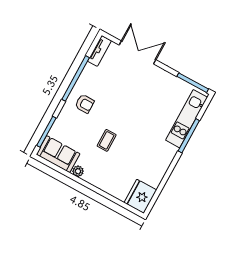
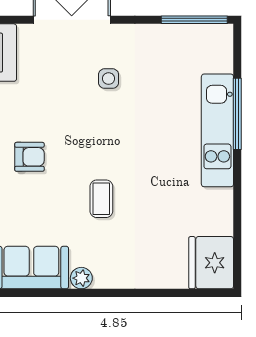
side table: (140, 88) -> (109, 79), added
kitchen unit: (186, 119) -> (217, 130), moved

